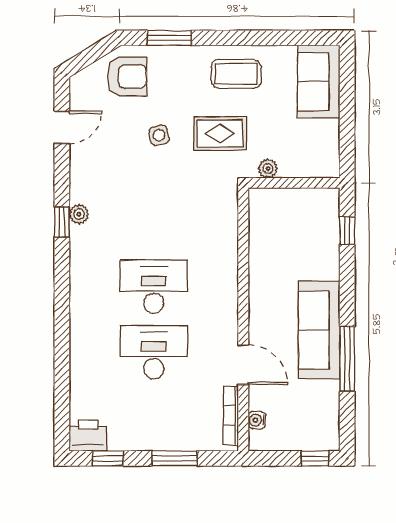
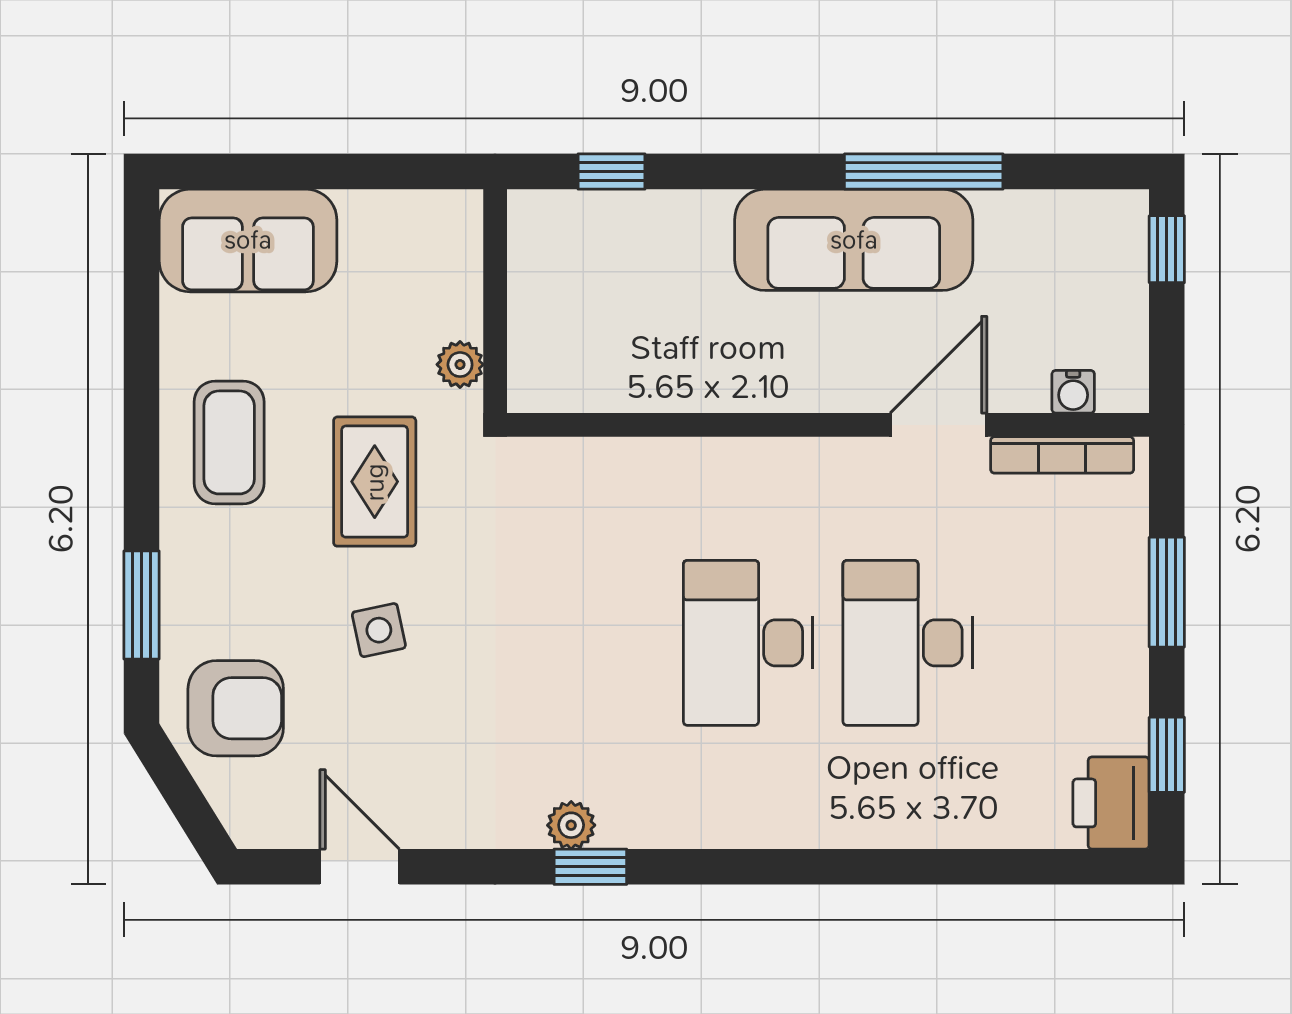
armchair: (127, 77) -> (236, 708), turned 90

